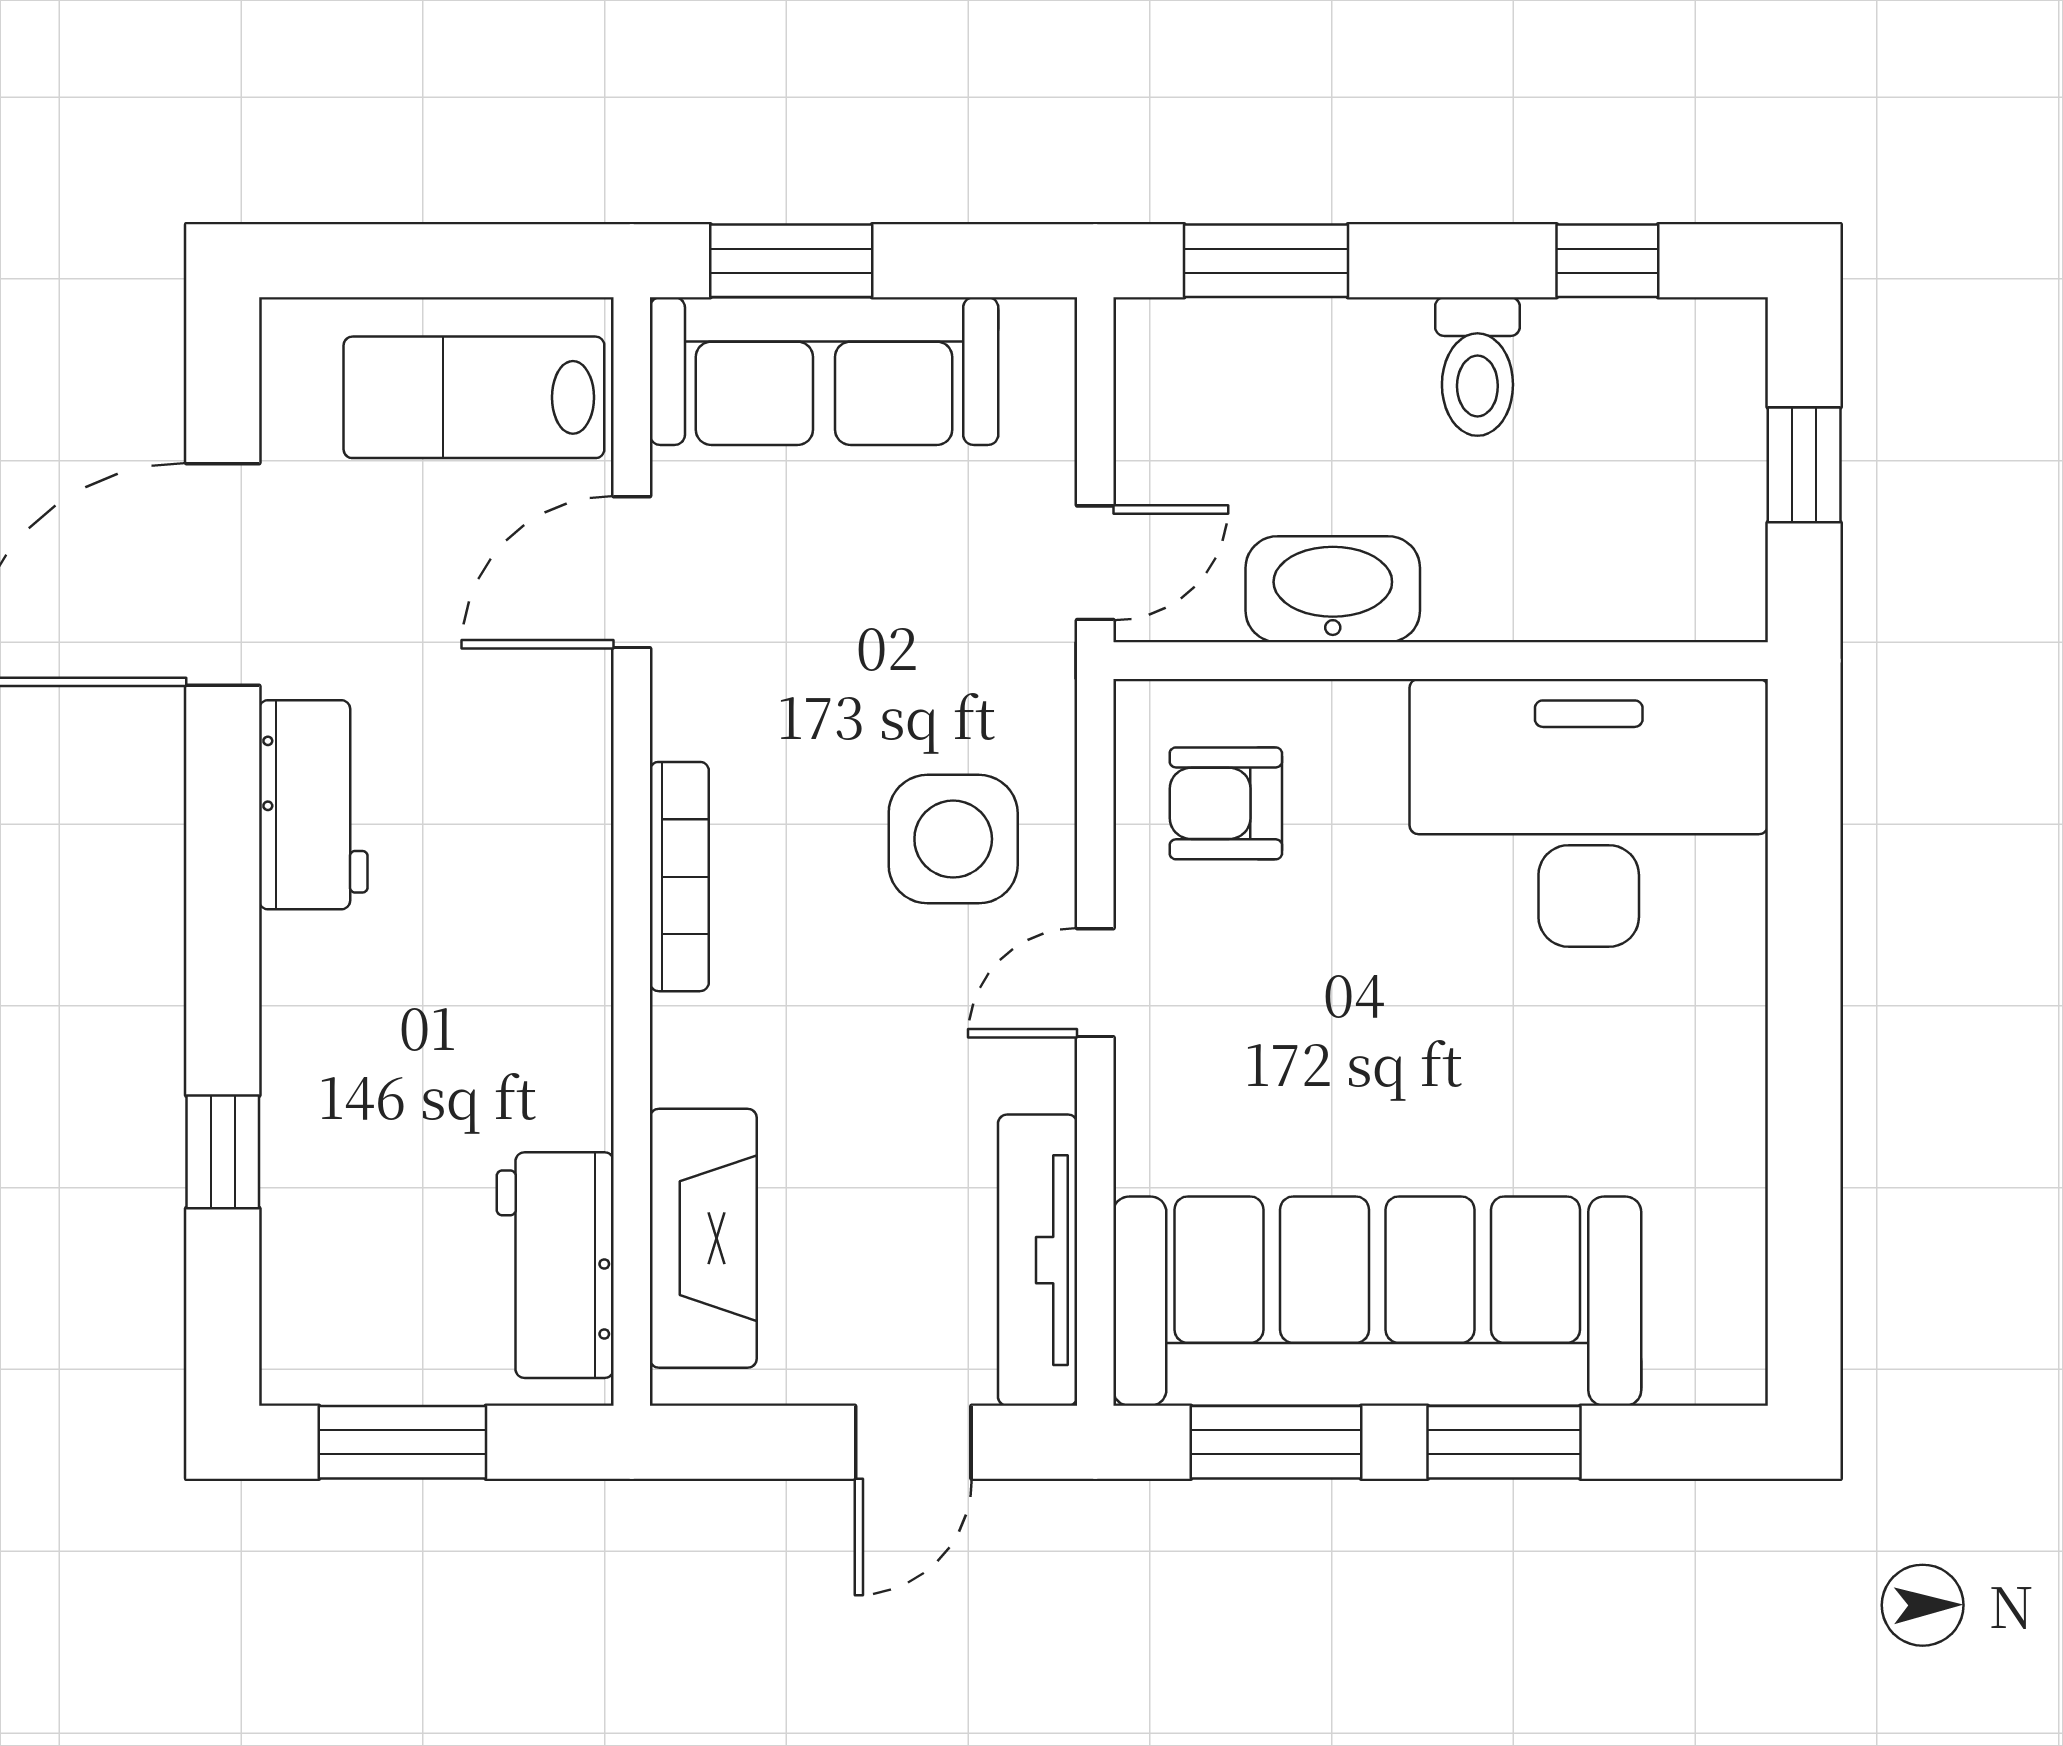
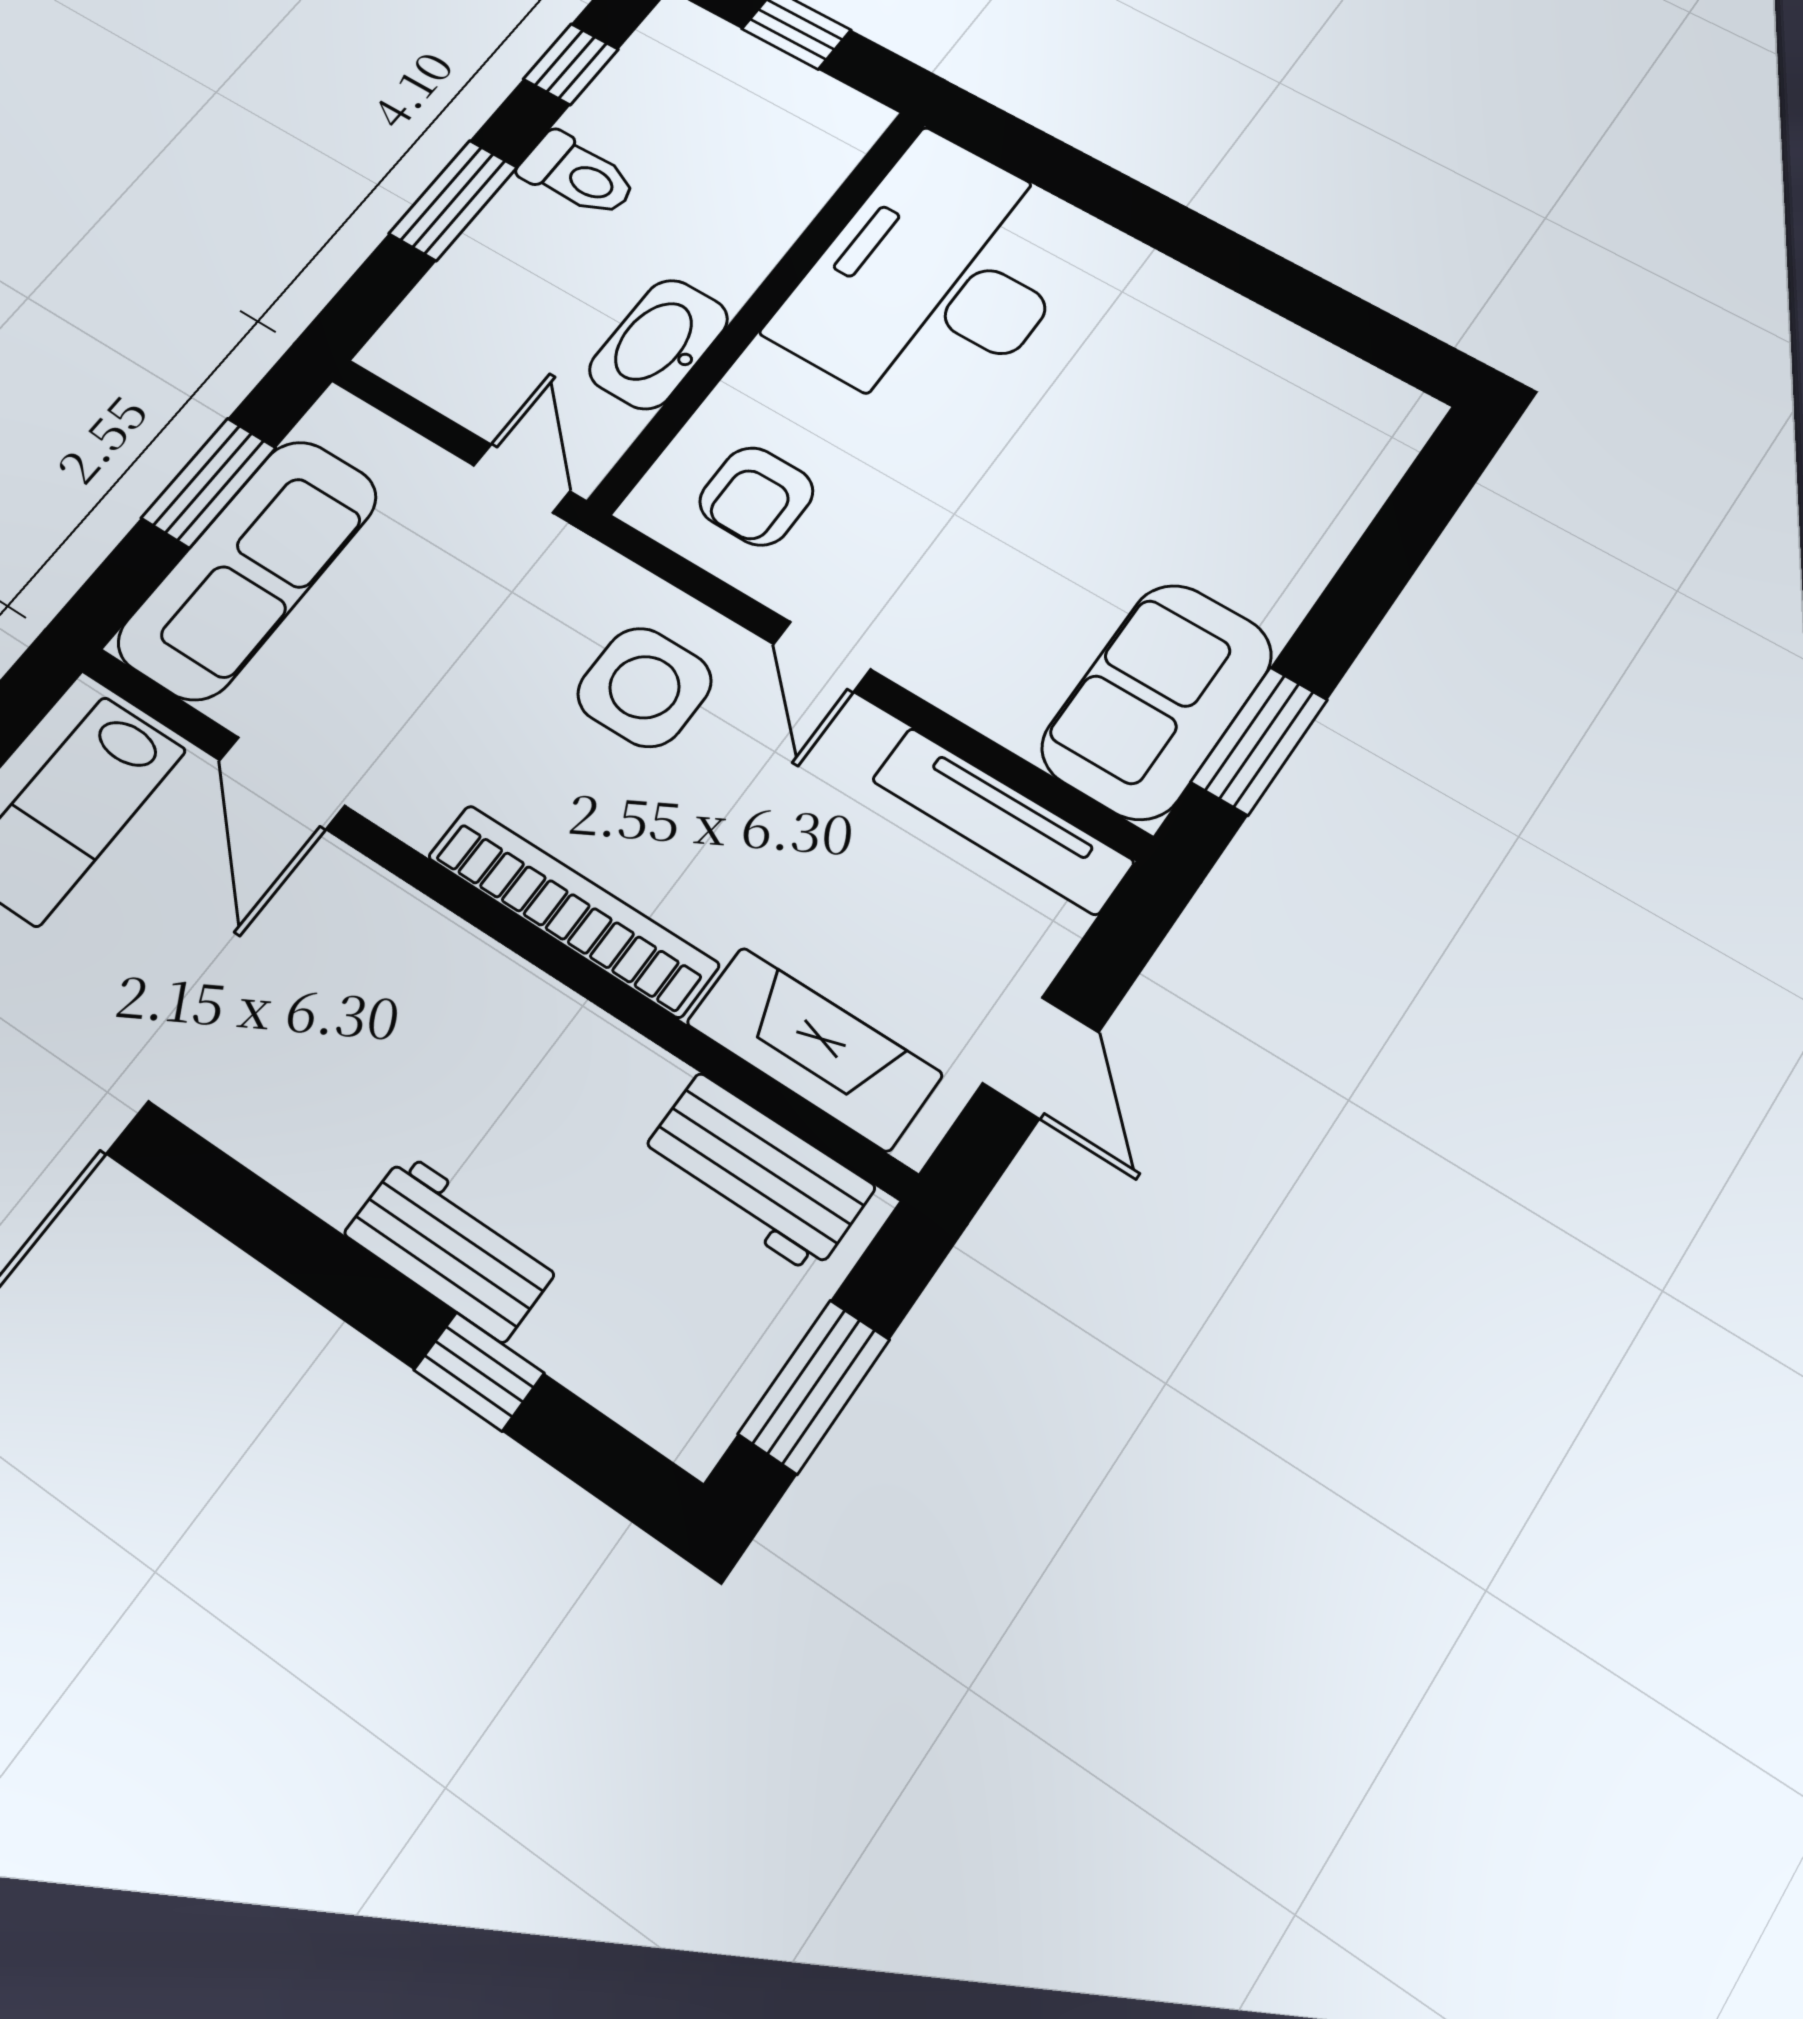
window: (791, 261) -> (209, 483), moved
window: (1266, 261) -> (453, 200), moved
workbench: (313, 805) -> (454, 1247), moved
bookcase: (679, 877) -> (573, 910), width x1.48, depth x1.31
sofa: (1377, 1301) -> (1157, 701), width x0.54, depth x0.79
door: (913, 1442) -> (1041, 1058), moved
window: (1504, 1442) -> (1364, 589), removed

